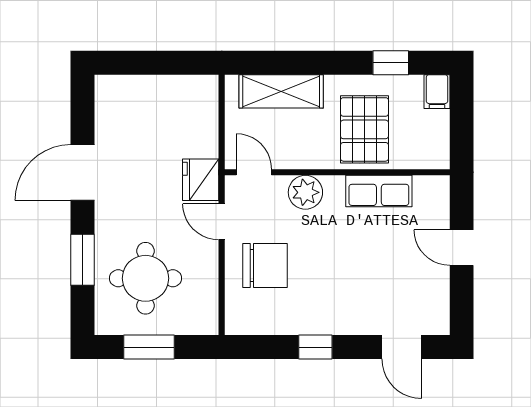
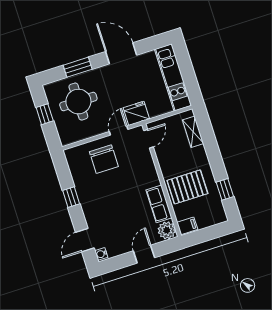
shelving: (281, 91) -> (193, 132), width x0.67, depth x0.75
kitchen unit: (157, 92) -> (173, 77), added
filing cabinet: (437, 92) -> (187, 226), moved, turned 180
plant: (305, 192) -> (167, 230), moved
water cooler: (436, 325) -> (101, 254), added
window: (149, 347) -> (45, 114), width x0.67

